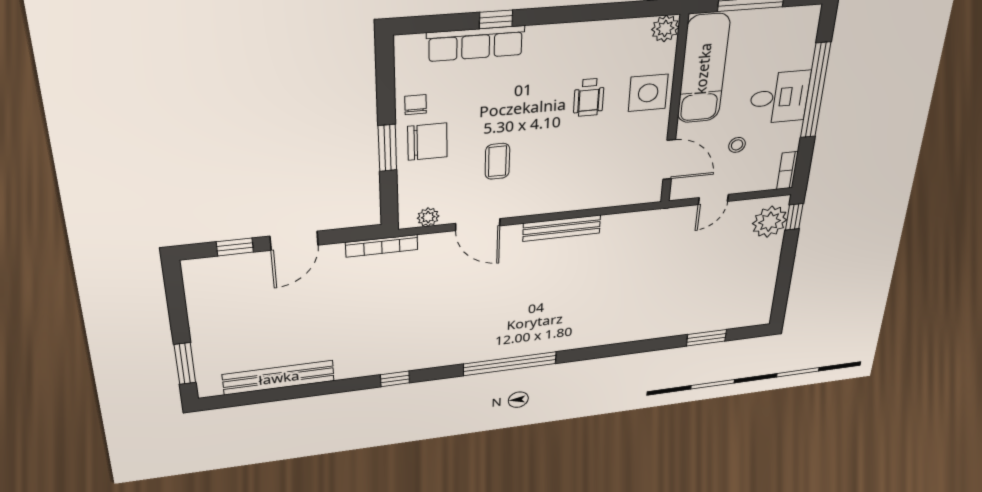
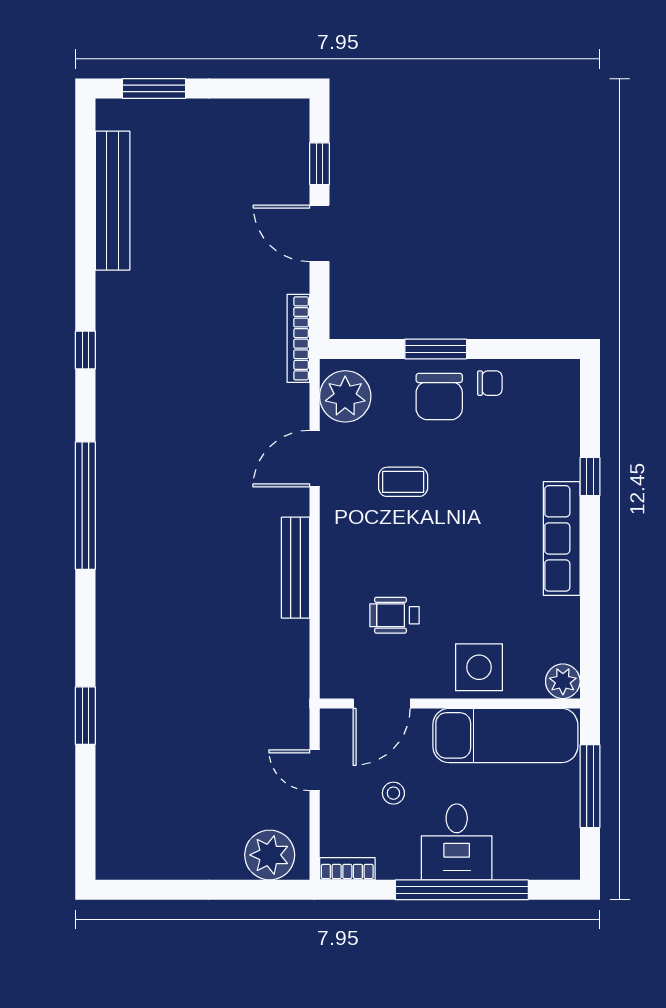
row of seats: (476, 44) -> (562, 538), moved
wheelchair: (589, 97) -> (394, 615), moved
plant: (428, 217) -> (345, 396), width x1.88, depth x1.88
window: (794, 217) -> (273, 890), removed
window: (706, 338) -> (85, 716), moved

